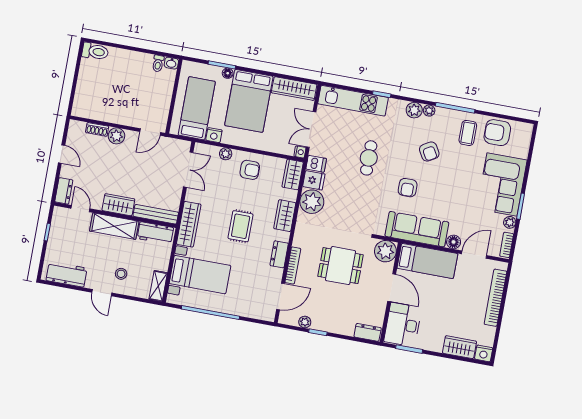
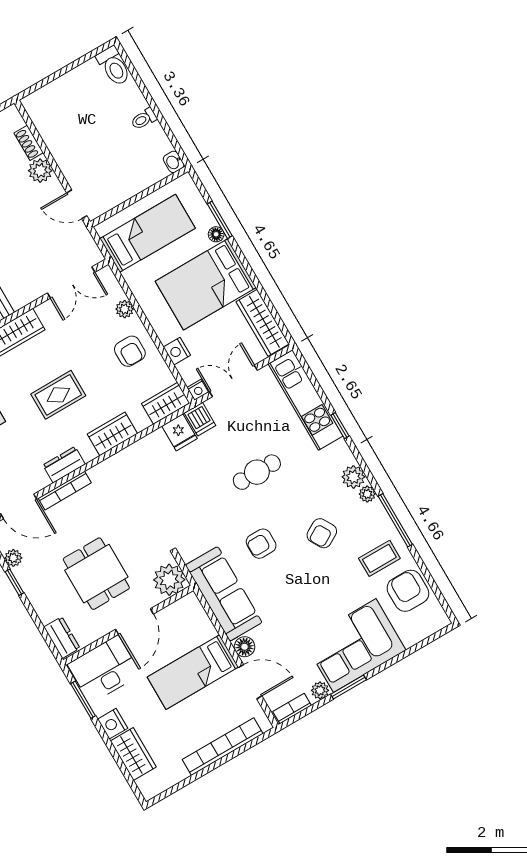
toilet: (158, 63) -> (144, 119), moved
nightstand: (214, 135) -> (177, 351), moved
plant: (312, 202) -> (154, 451), removed
bed: (427, 261) -> (193, 672), moved, turned 90
dining table: (341, 266) -> (96, 574), moved
nightstand: (484, 353) -> (113, 724), moved

